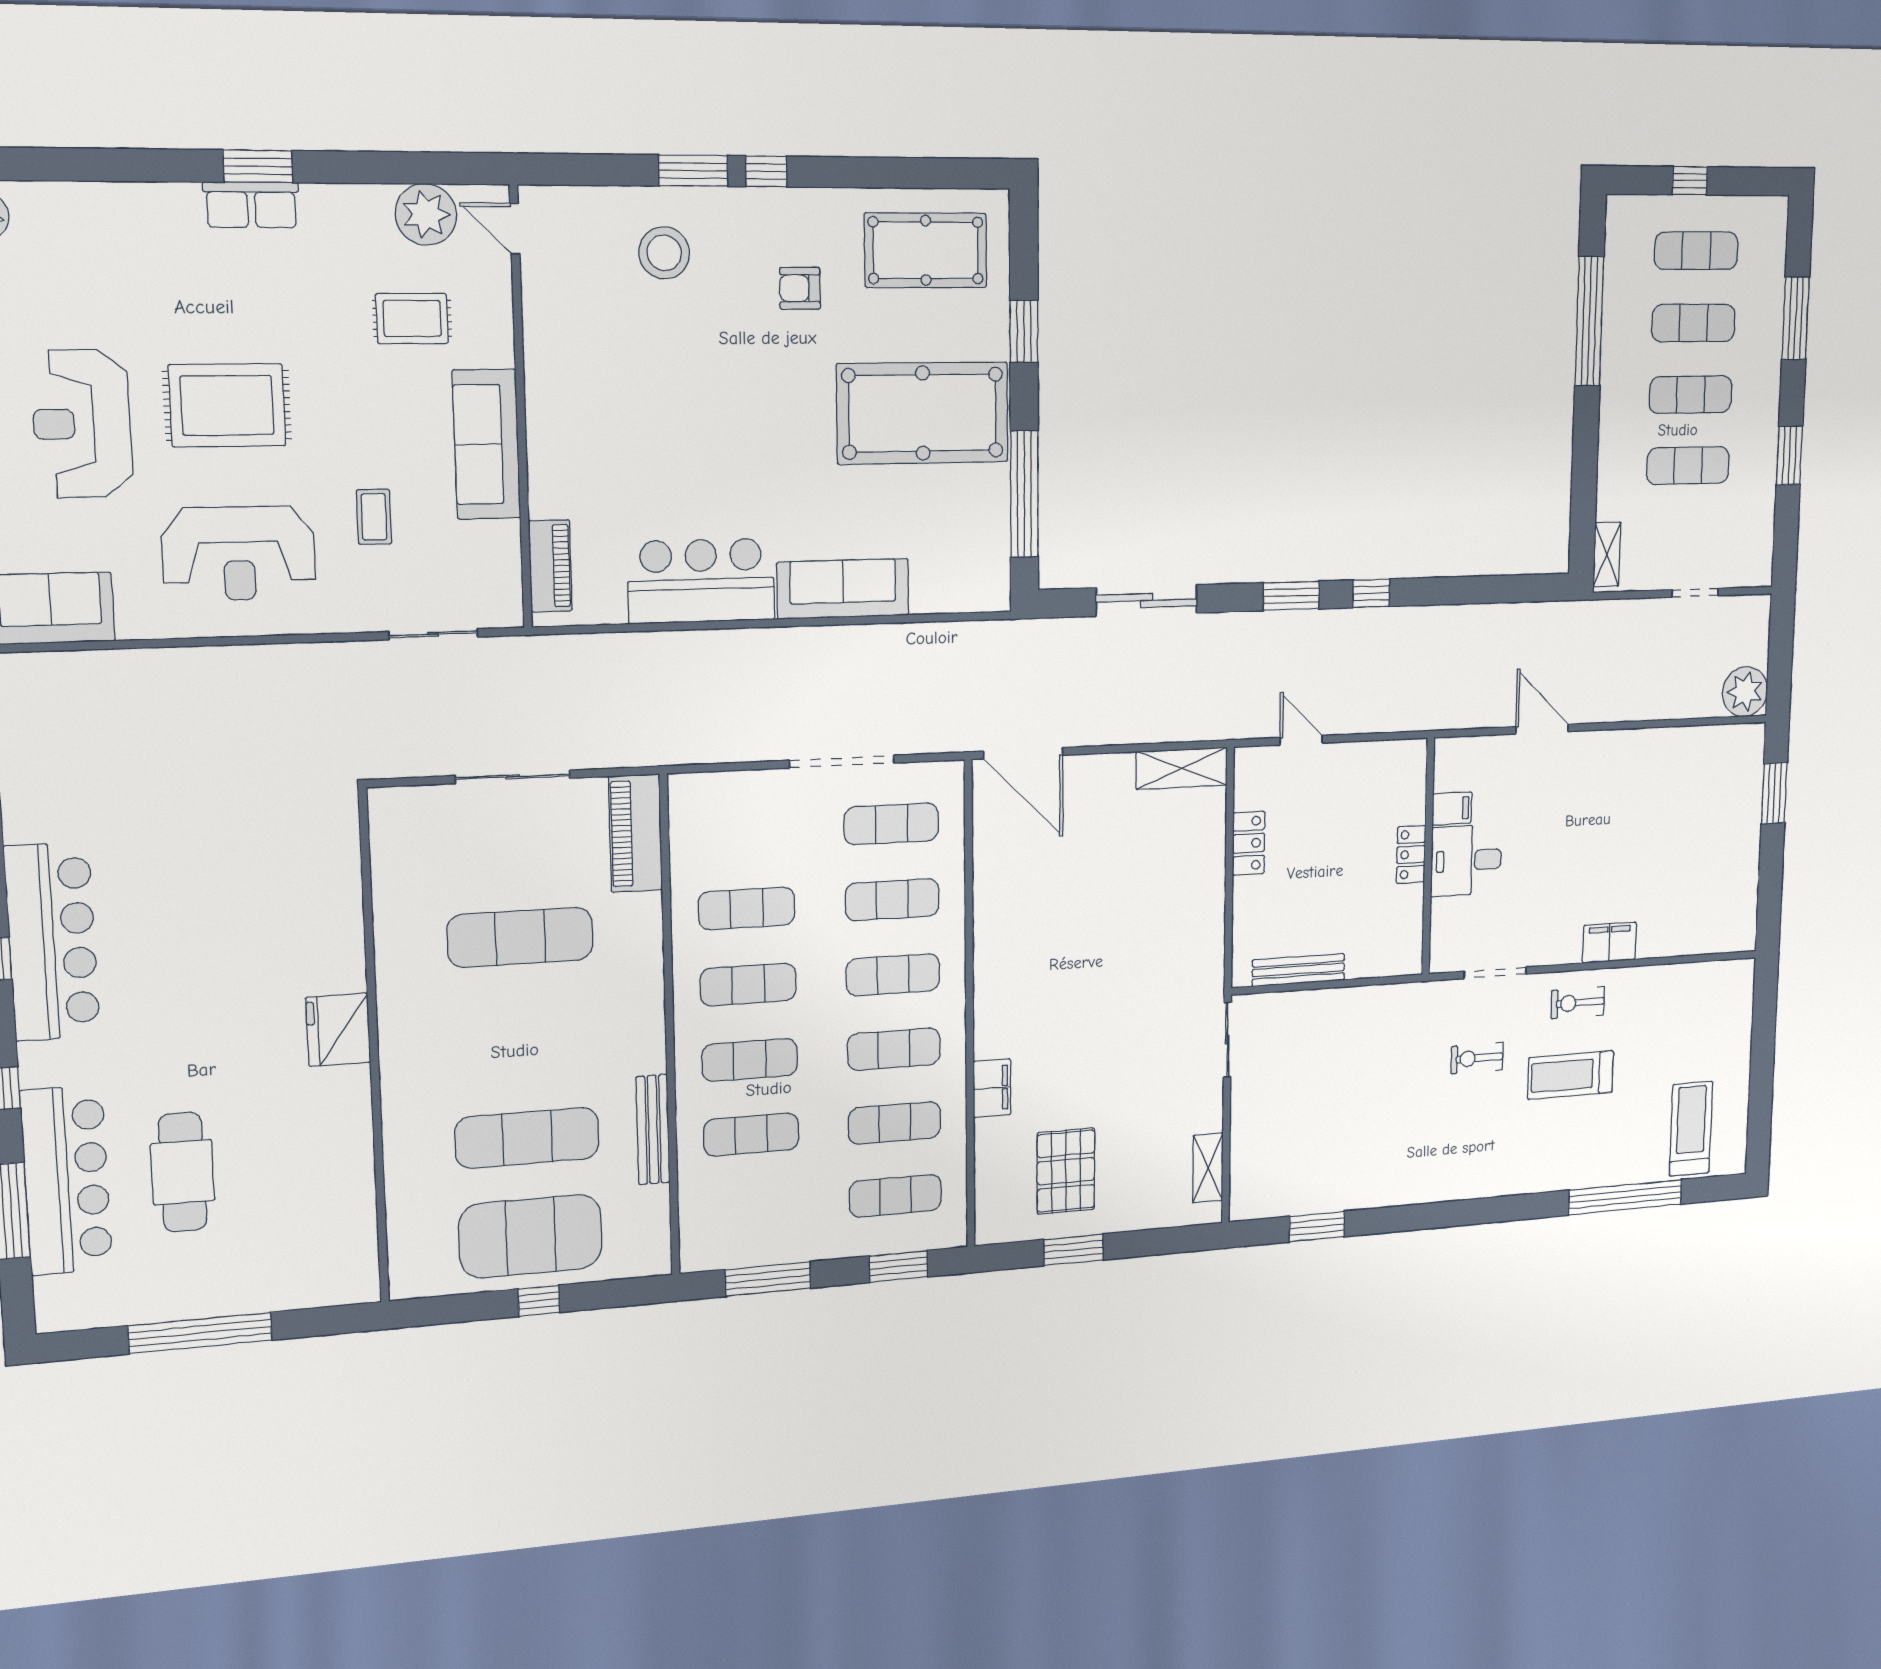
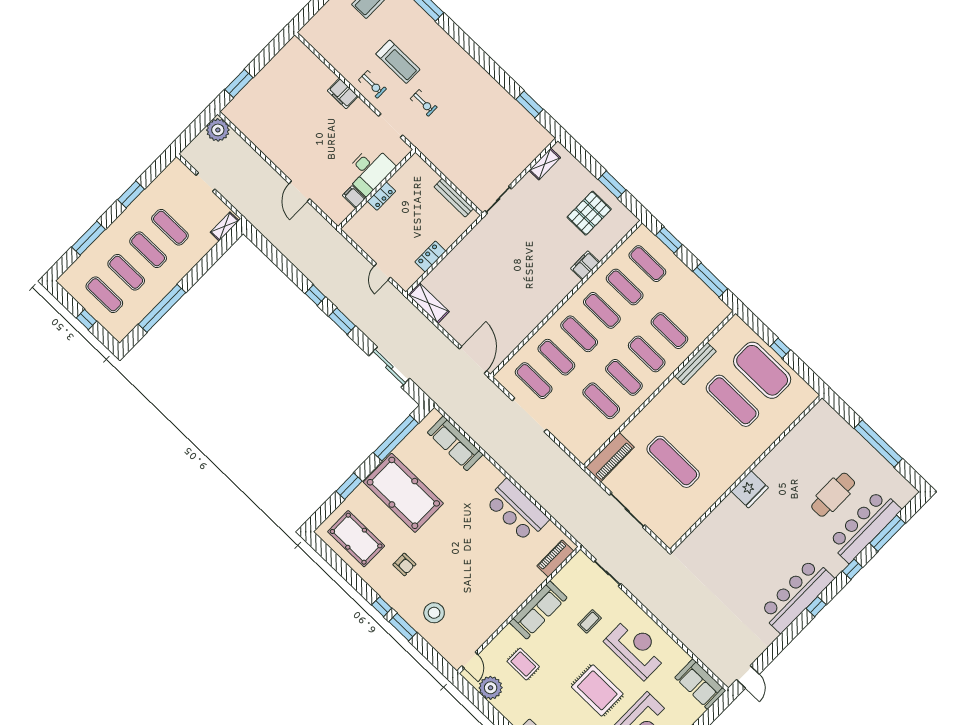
sofa: (843, 589) -> (455, 443), moved
desk: (1466, 860) -> (369, 170), width x1.37

